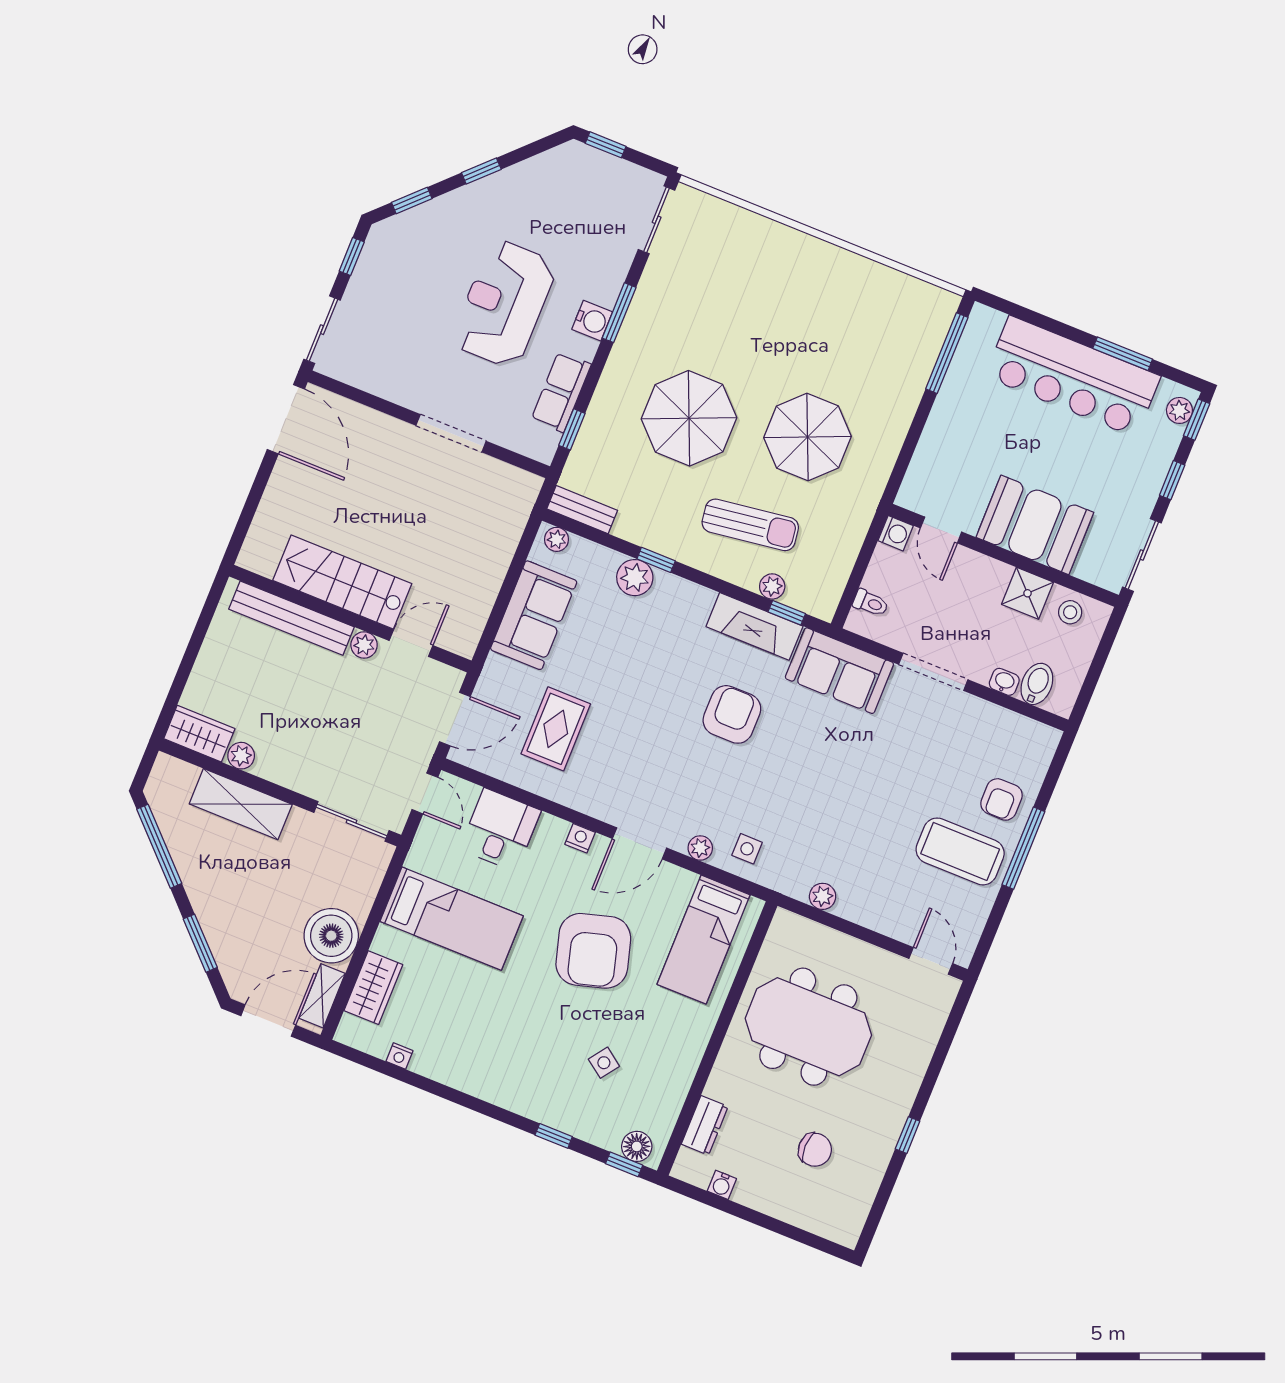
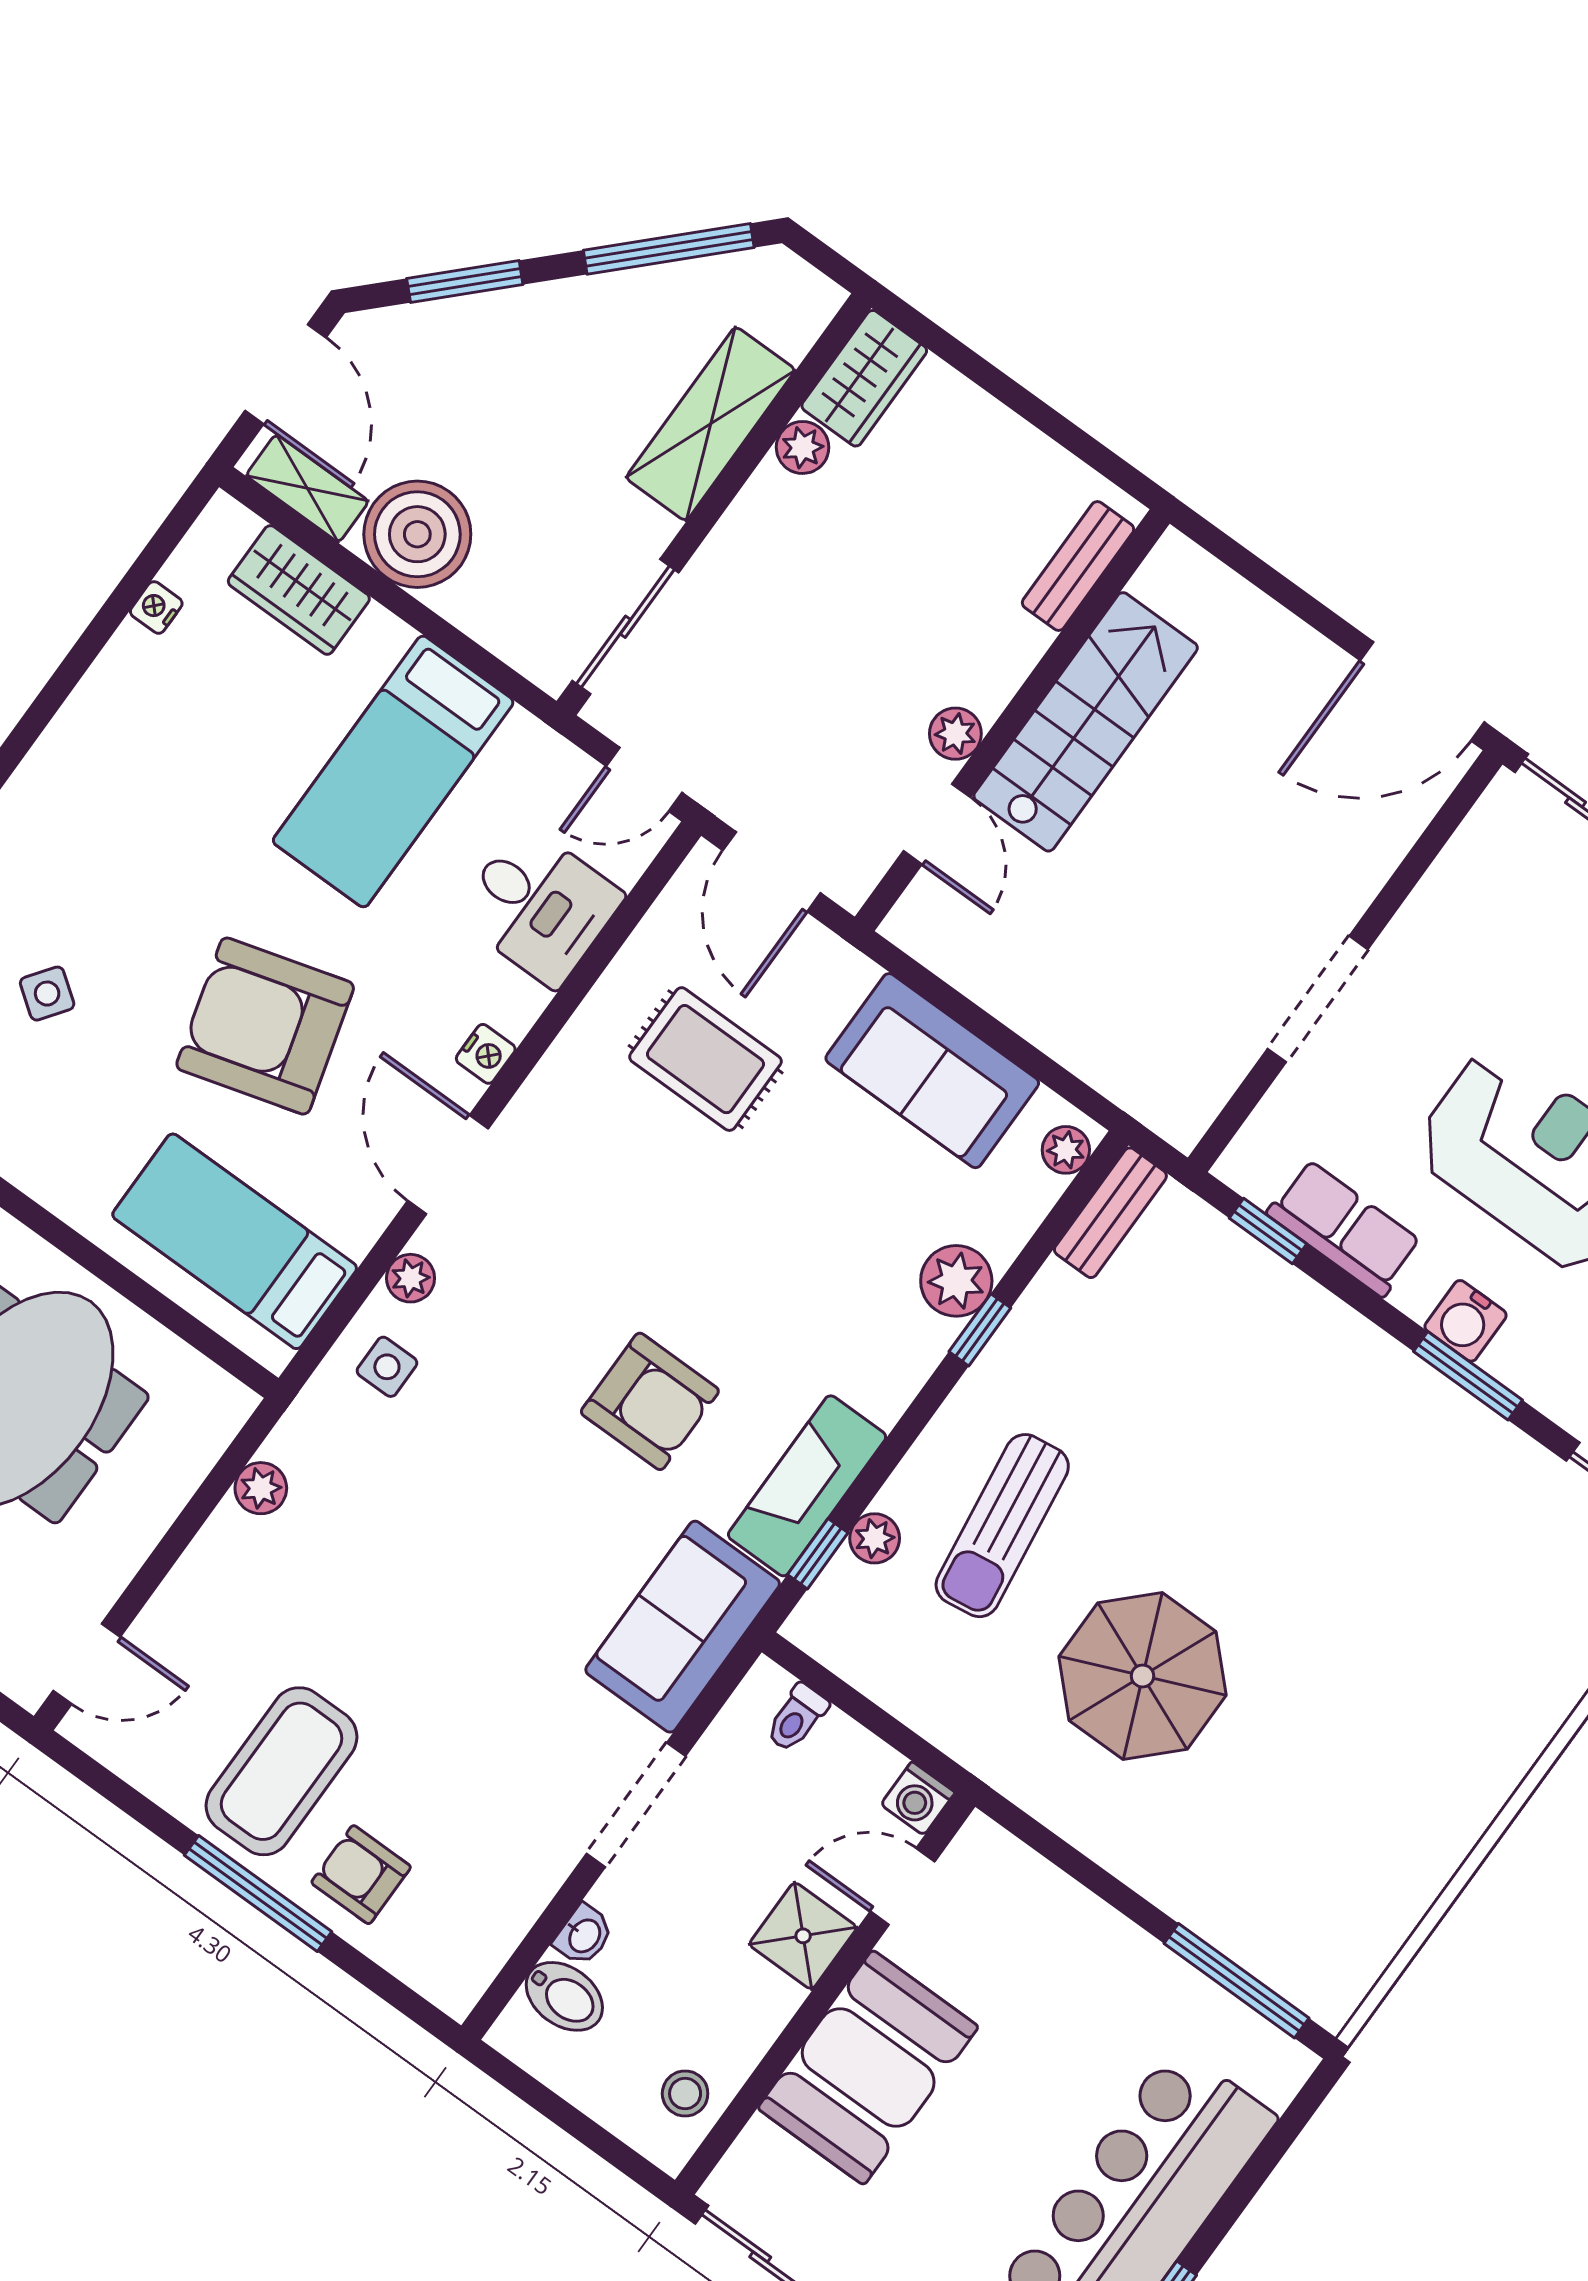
parasol: (689, 418) -> (1234, 1459), removed
shower: (1028, 593) -> (803, 1936), moved
bench: (292, 618) -> (1078, 566), width x0.54, depth x0.82

